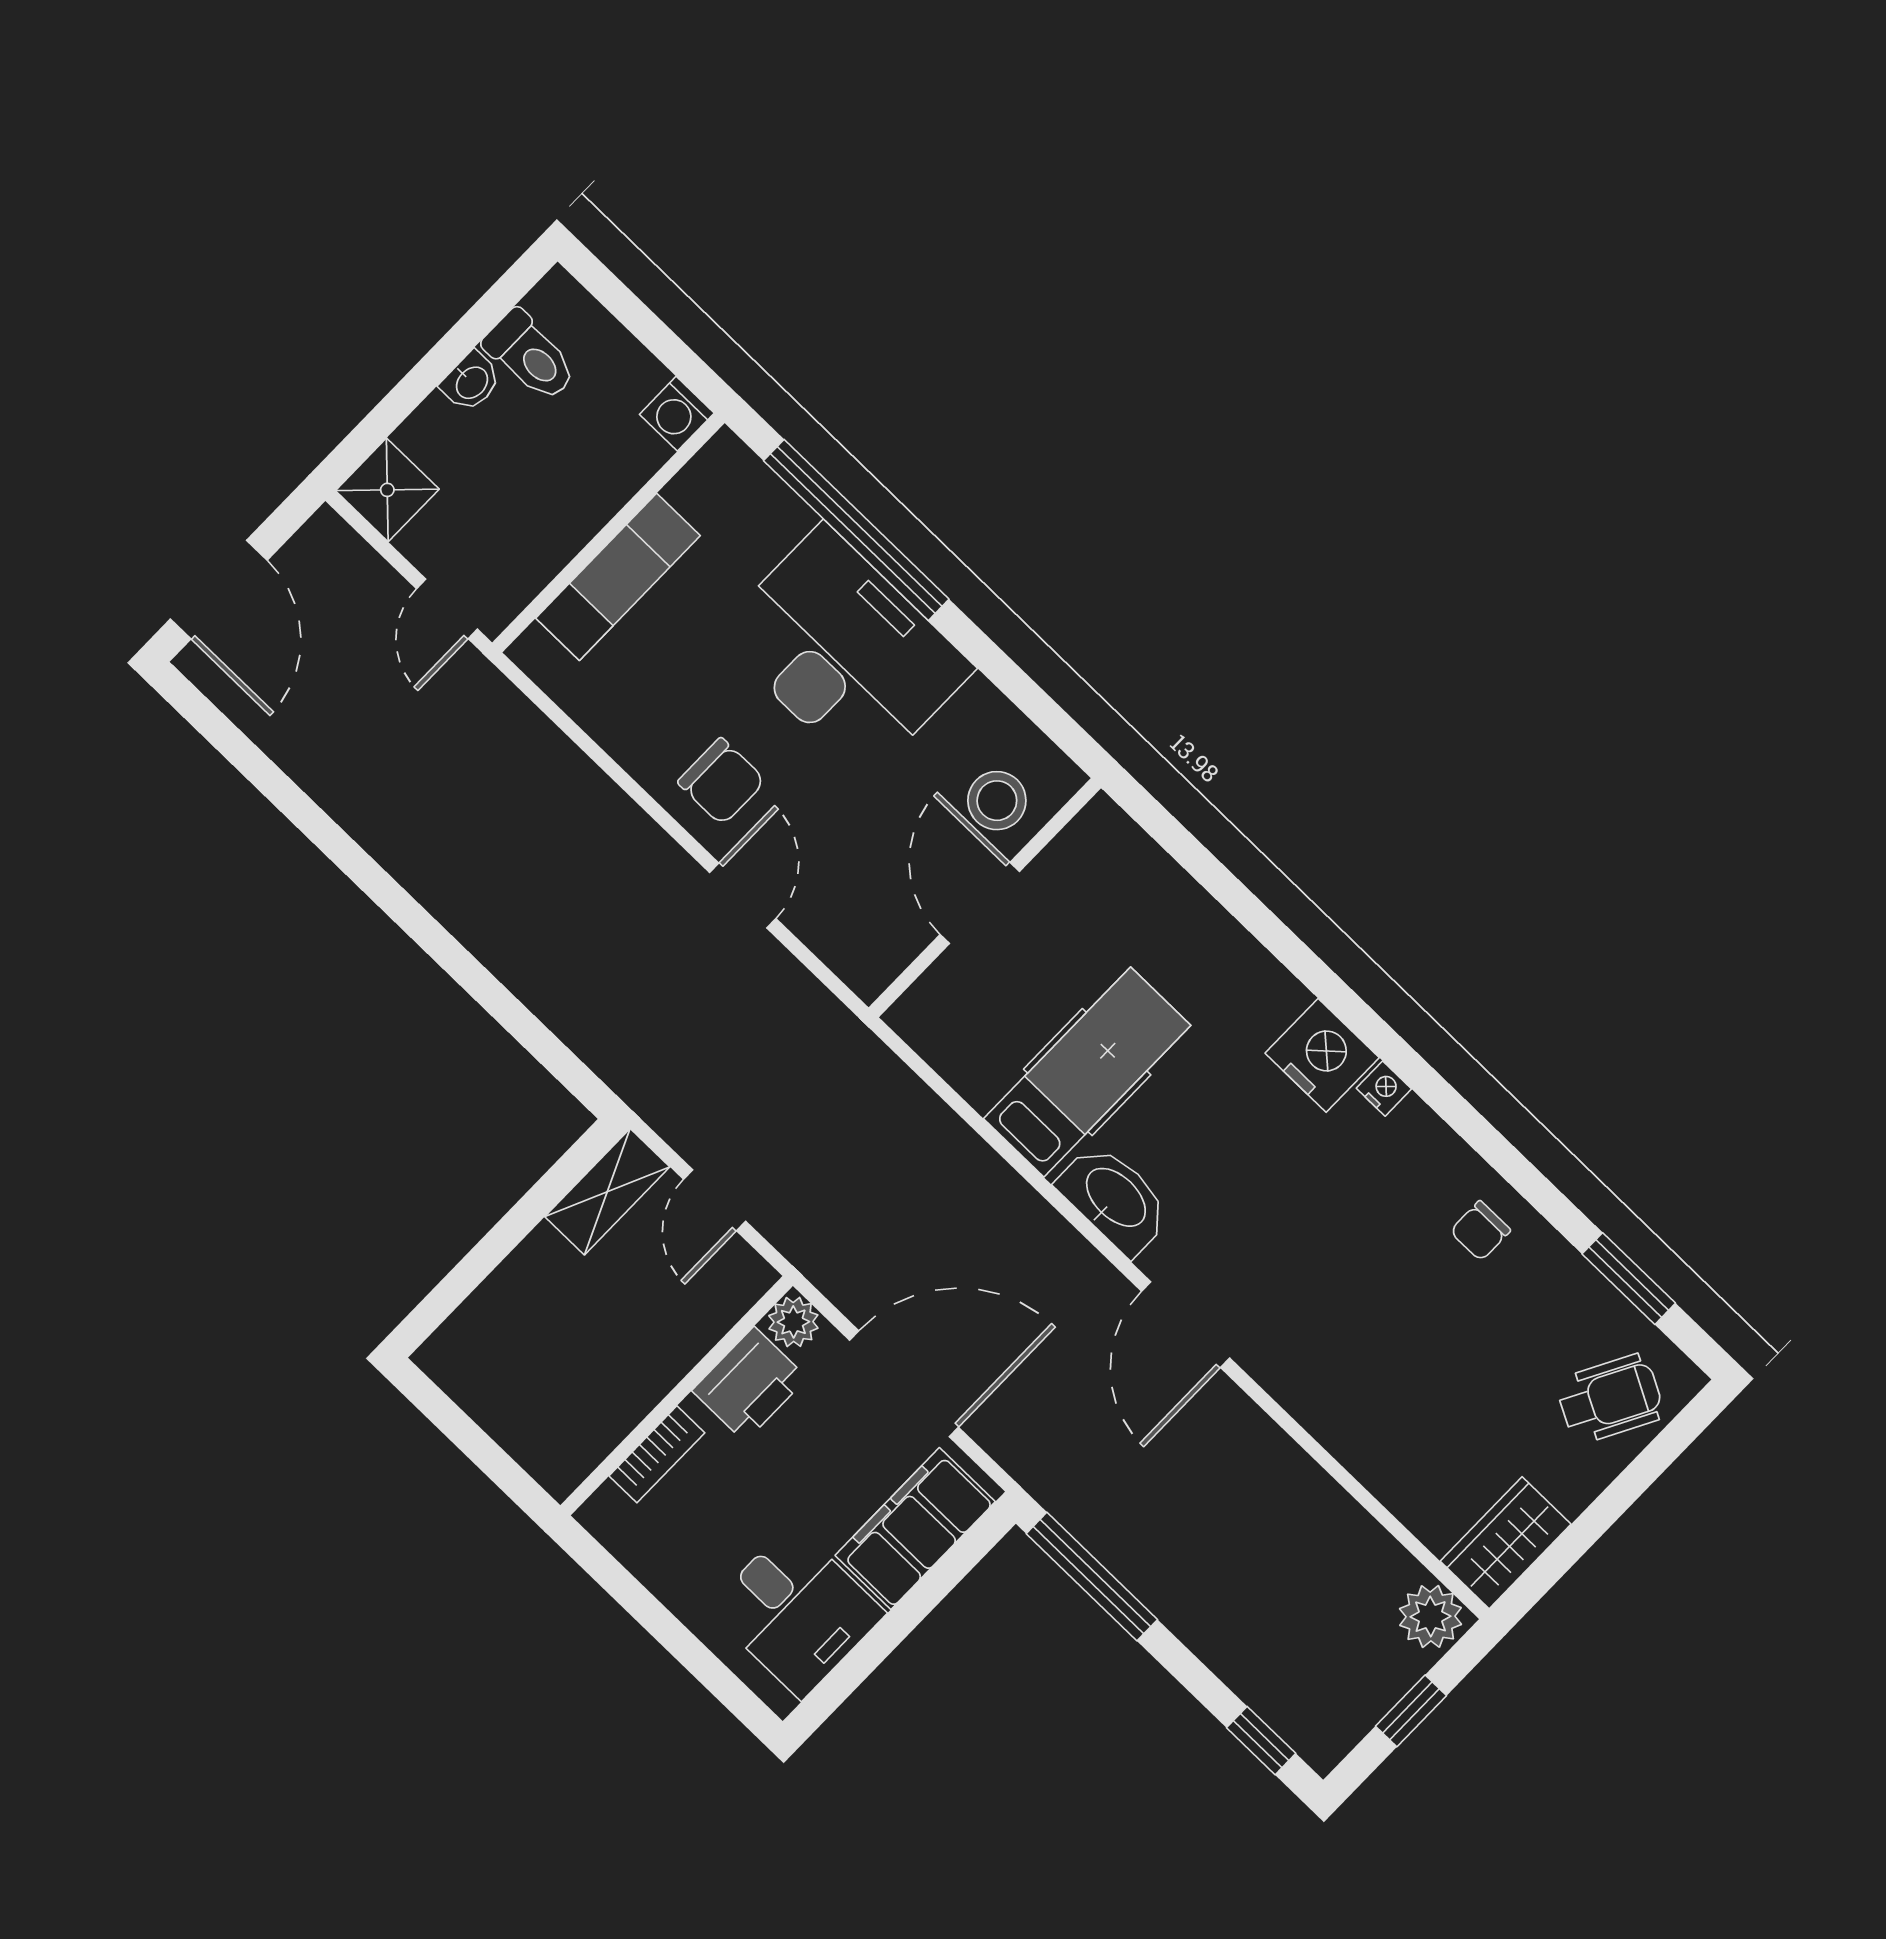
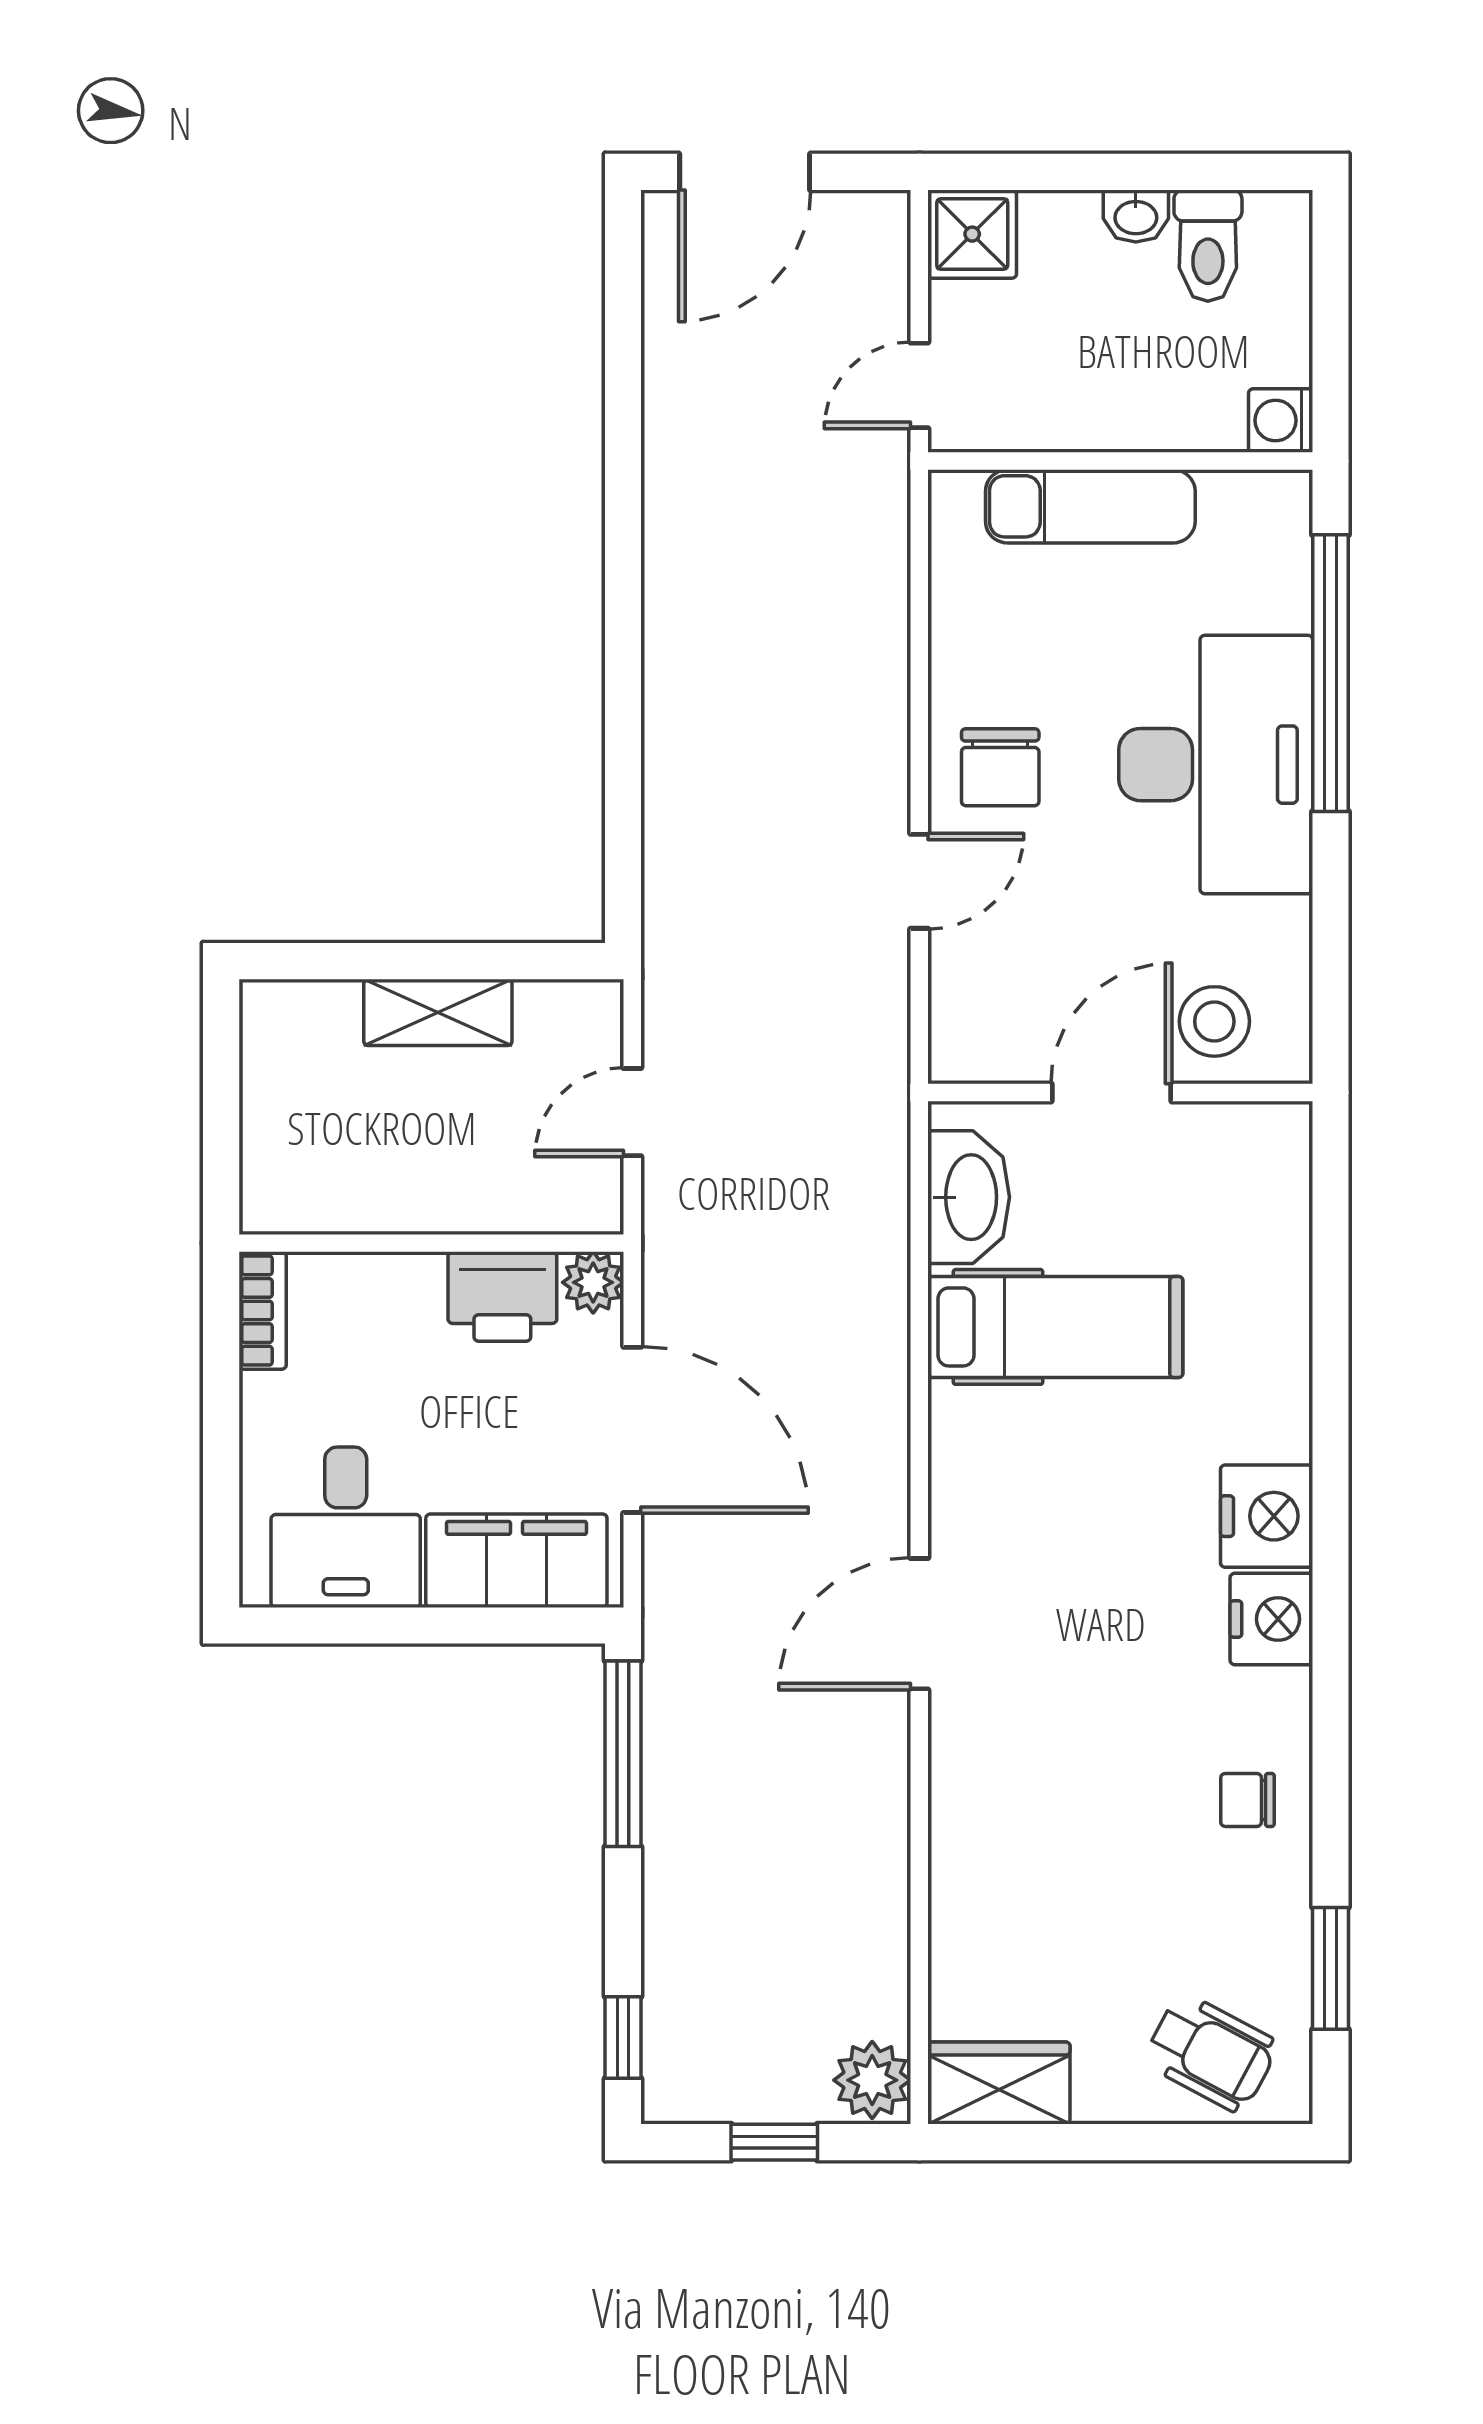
nightstand: (1384, 1089) -> (1271, 1619), width x1.89, depth x1.79
shelving: (607, 1192) -> (438, 1012), moved
washbasin: (1115, 1199) -> (969, 1197), moved
bookcase: (657, 1454) -> (263, 1311), moved, turned -90

